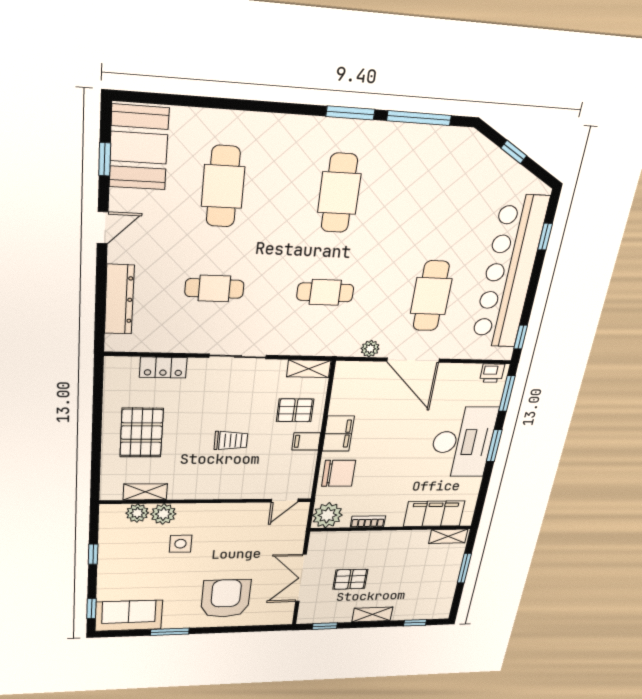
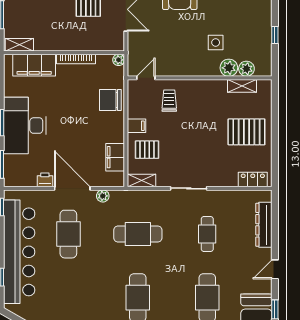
cafe table: (214, 288) -> (207, 234), turned 90
cafe table: (325, 292) -> (138, 234), width x1.37, depth x1.35
locker: (163, 367) -> (253, 179), moved
printer: (492, 373) -> (45, 180), moved
pallet: (142, 433) -> (246, 132), turned 90
filing cabinet: (338, 434) -> (115, 157), moved
trolley: (231, 440) -> (169, 101), moved, turned 90
plant: (327, 515) -> (119, 60), width x0.53, depth x0.53
bookcase: (368, 522) -> (76, 59), width x1.56

